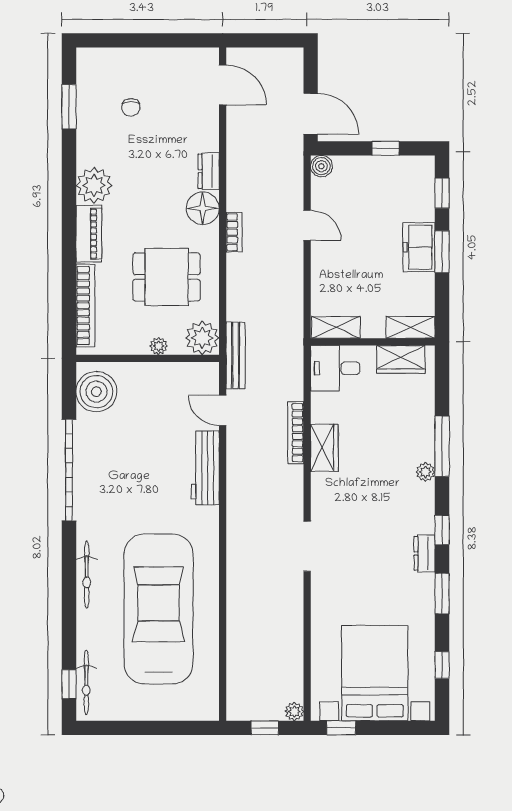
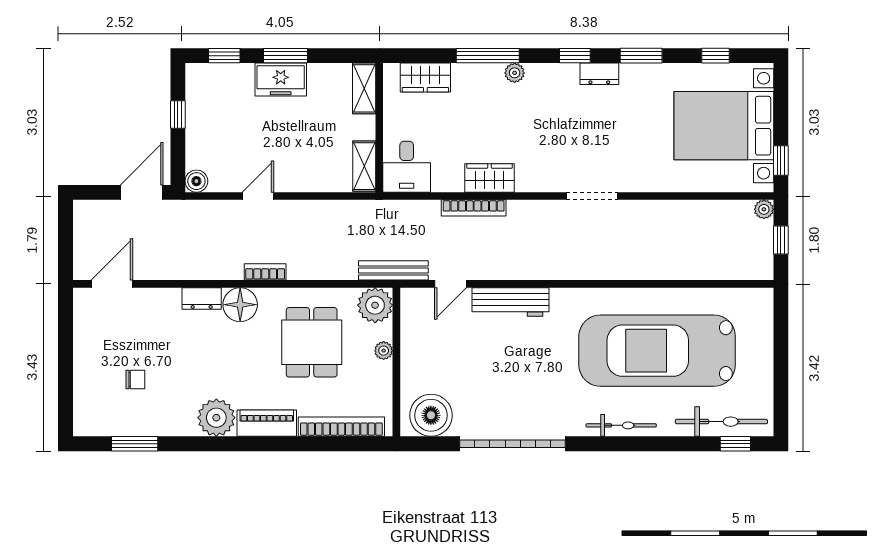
wardrobe: (401, 359) -> (425, 77), moved, turned 90
bicycle: (86, 683) -> (721, 422), width x1.37, depth x1.40

